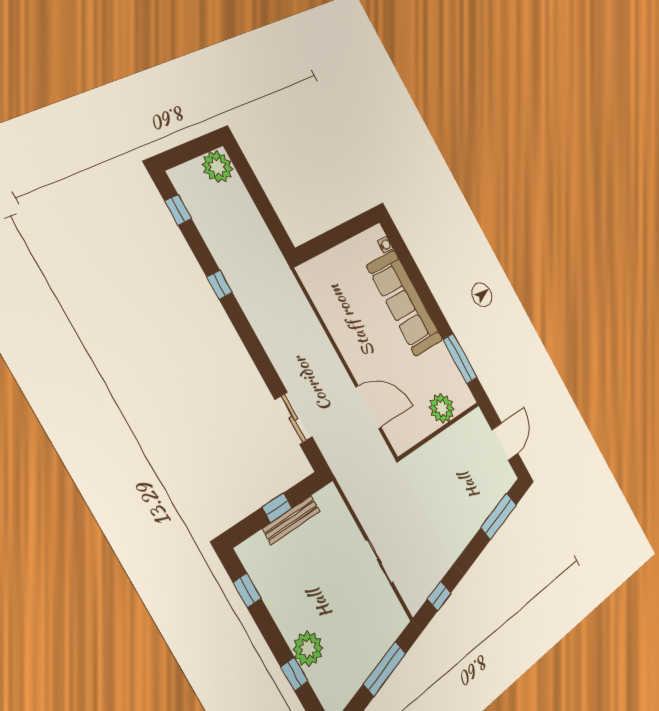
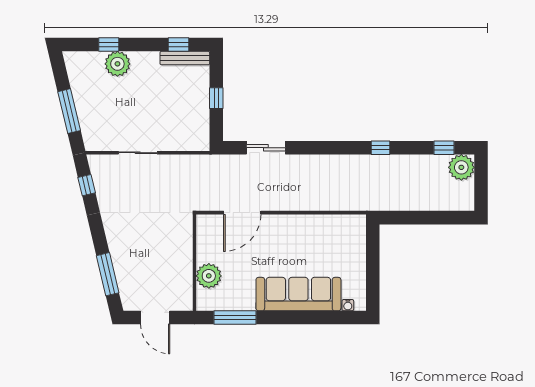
plant: (217, 167) -> (461, 167), moved
bench: (291, 520) -> (185, 58), moved, turned 90

